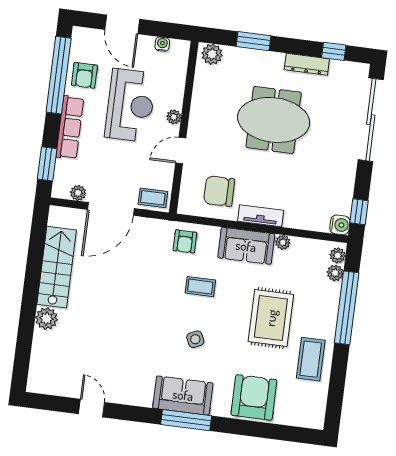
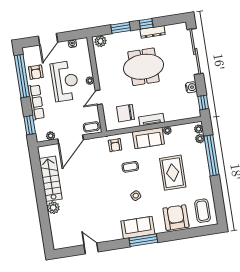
door: (122, 24) -> (48, 39), hinge flipped
window: (334, 51) -> (146, 24), moved
water cooler: (340, 225) -> (191, 87), moved
coffee table: (311, 359) -> (203, 211), moved

